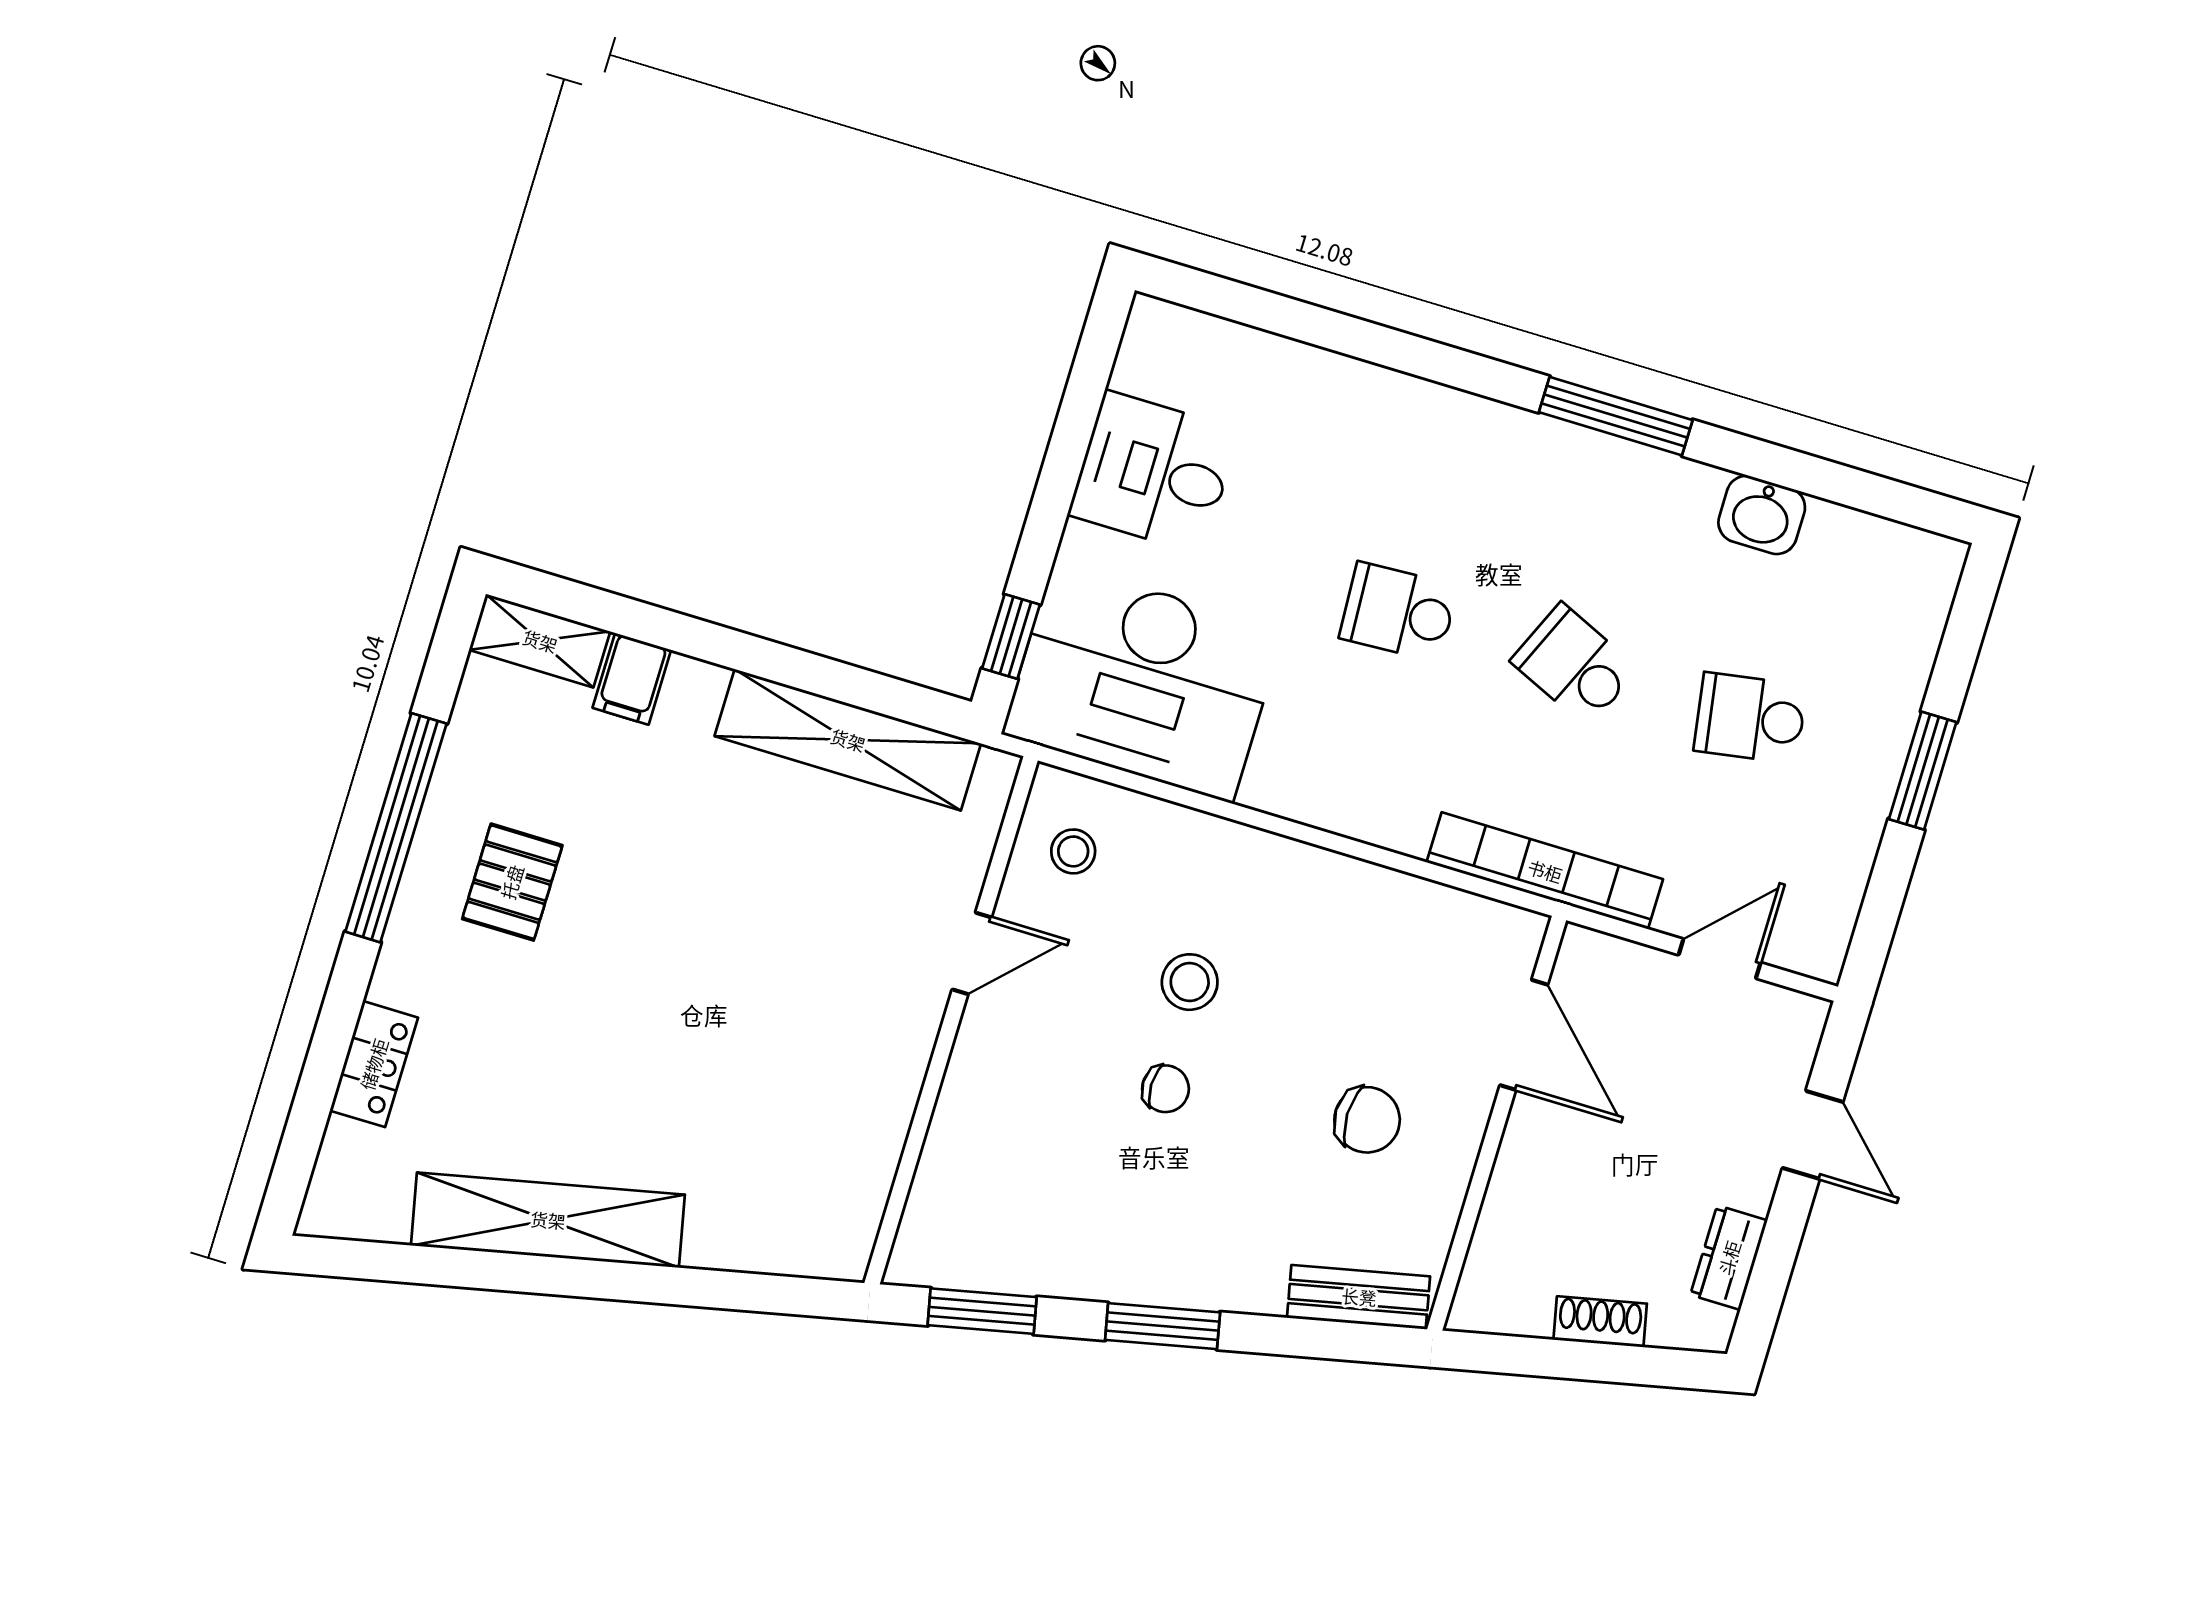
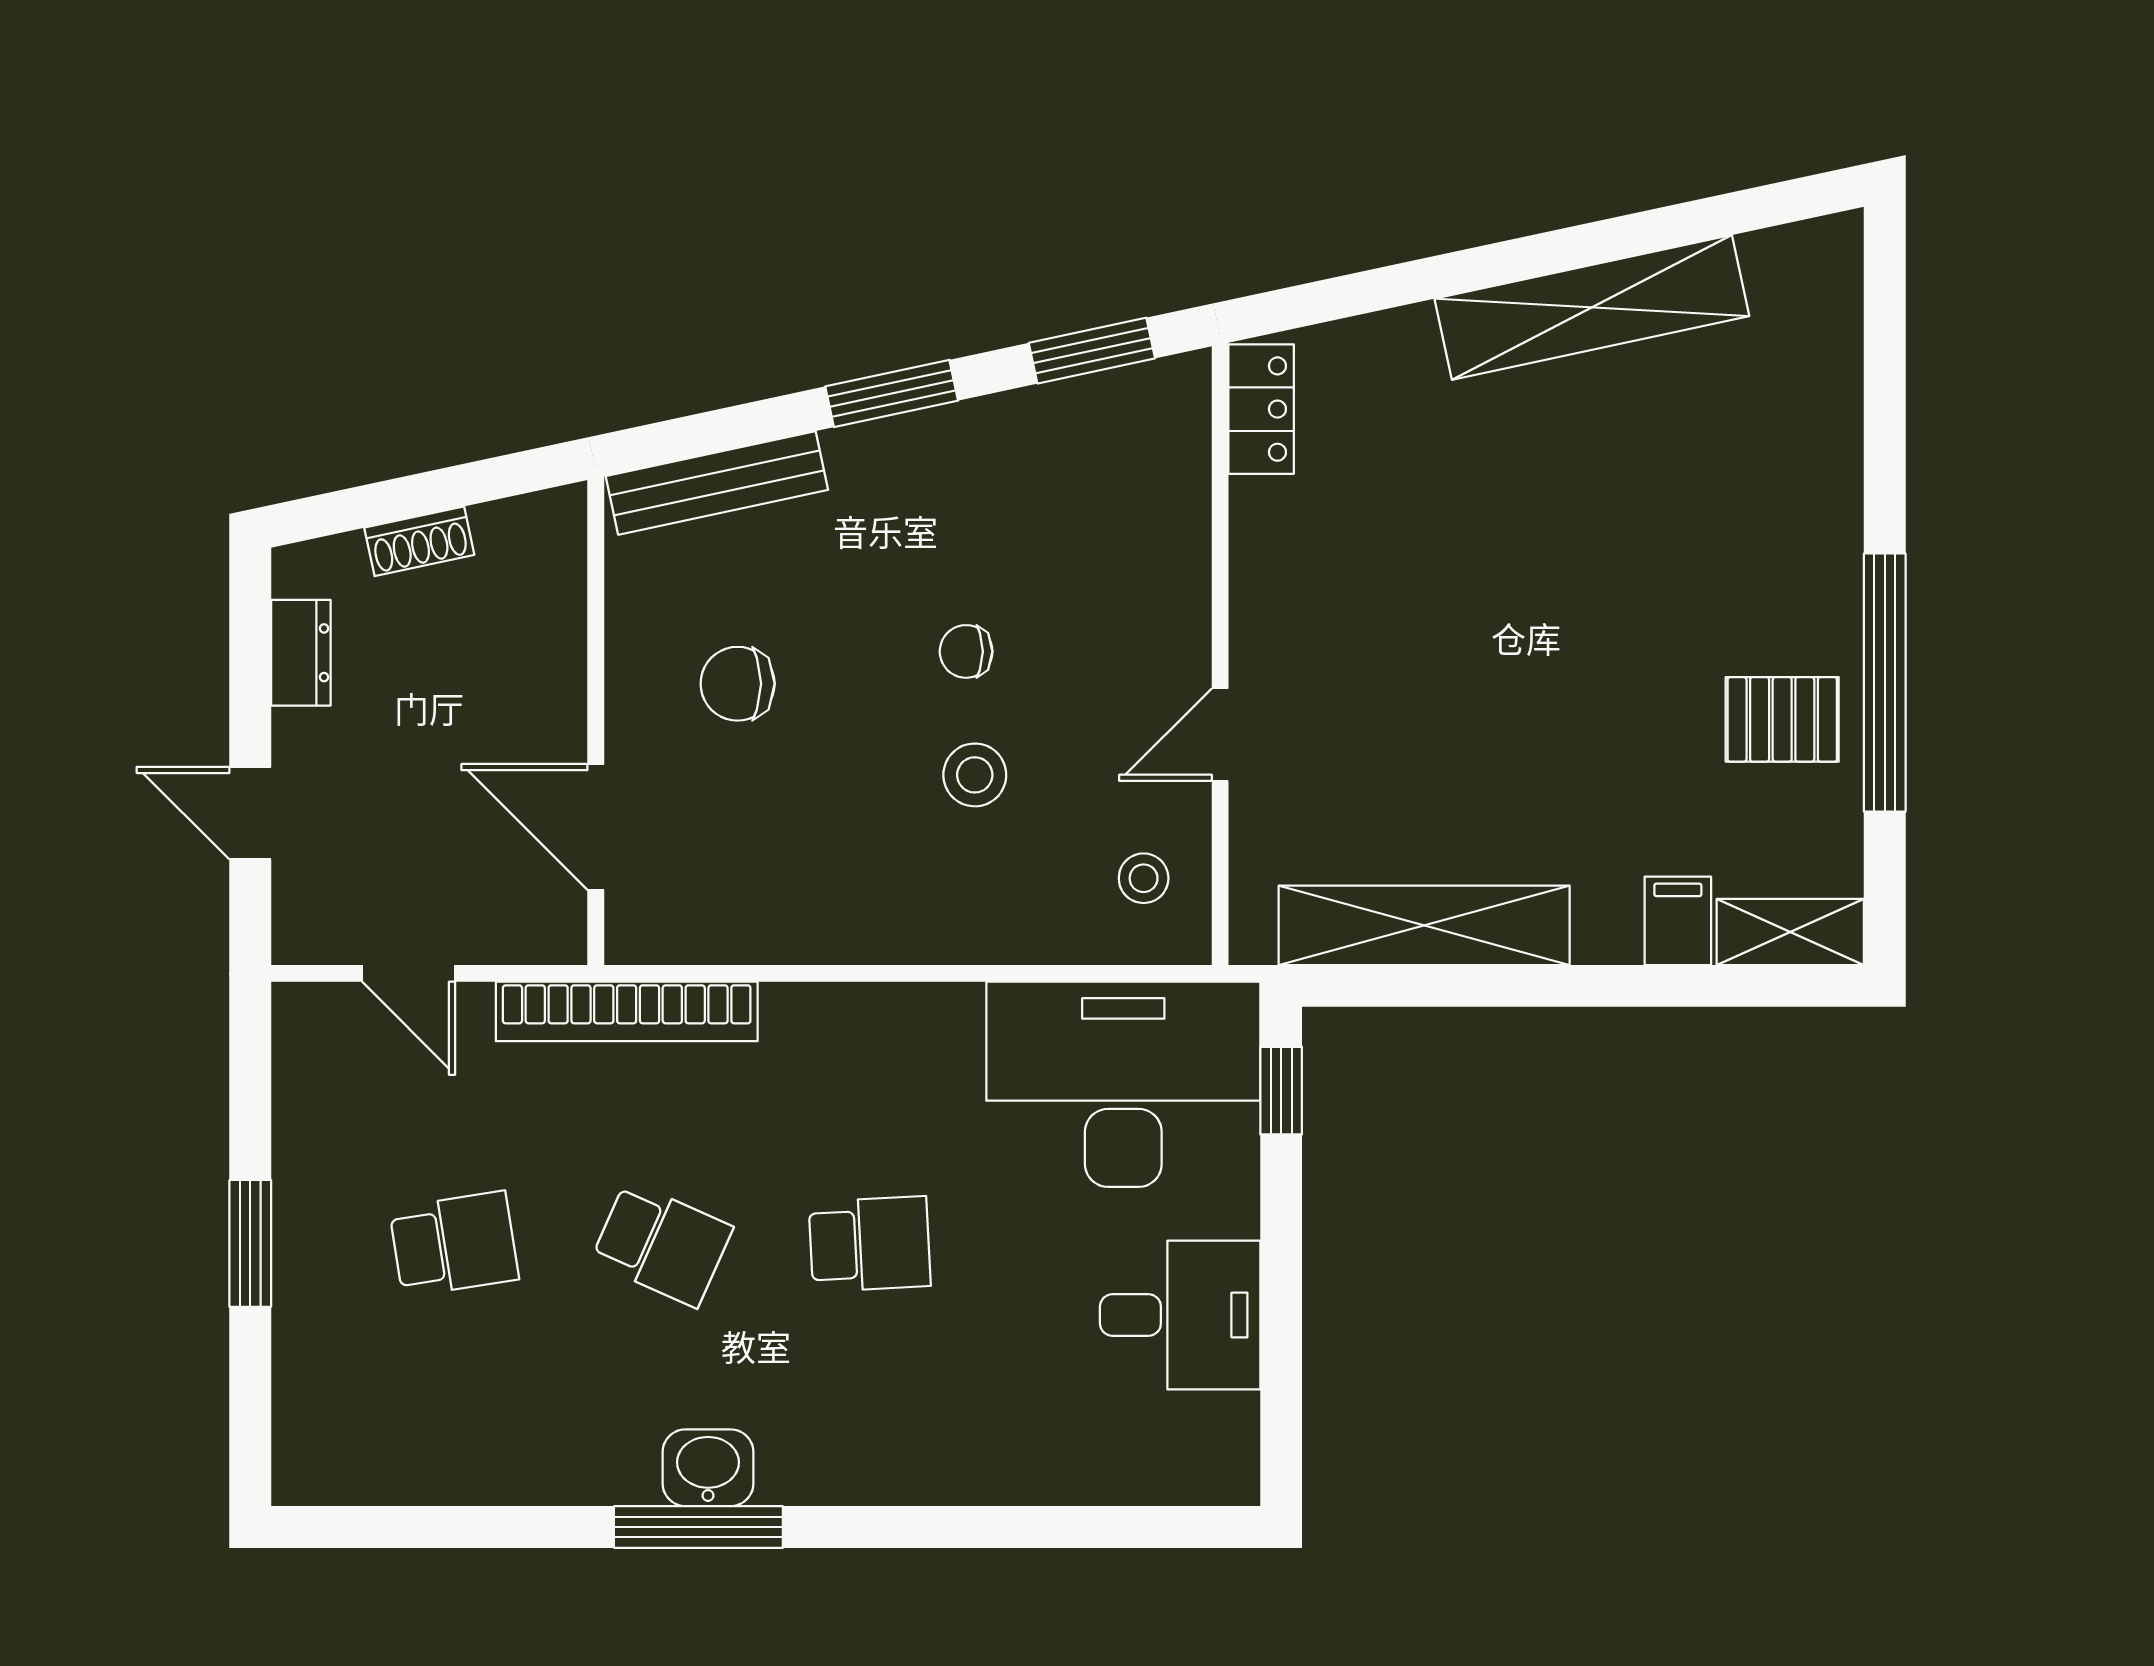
washbasin: (1762, 515) -> (708, 1468), moved
pallet: (512, 882) -> (1782, 719), moved, turned 90
door: (1720, 959) -> (409, 973), hinge flipped
locker: (374, 1064) -> (1261, 409), moved, turned 180
bench: (1359, 1297) -> (717, 483), width x1.36

